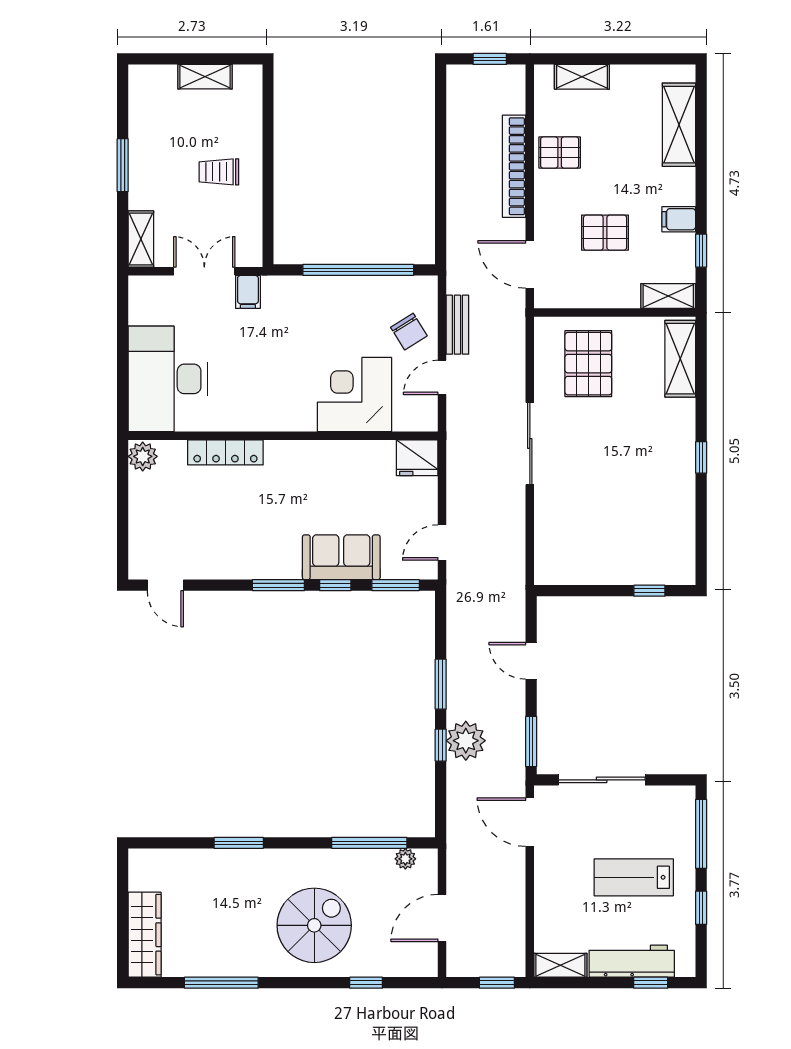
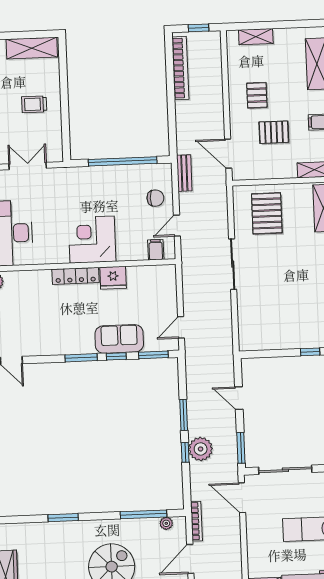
shelving: (205, 77) -> (32, 48), width x1.50, depth x1.33
pallet: (560, 153) -> (257, 95), moved, turned 90
bookcase: (514, 166) -> (180, 68), moved, turned 180
filing cabinet: (248, 292) -> (156, 250), moved, turned 180
bench: (457, 325) -> (184, 173), moved
chair: (409, 332) -> (155, 198), turned -58
corner desk: (354, 395) -> (92, 240), moved
locker: (225, 452) -> (75, 276), moved
fridge: (417, 458) -> (113, 278), moved
bookcase: (454, 857) -> (196, 521), added

